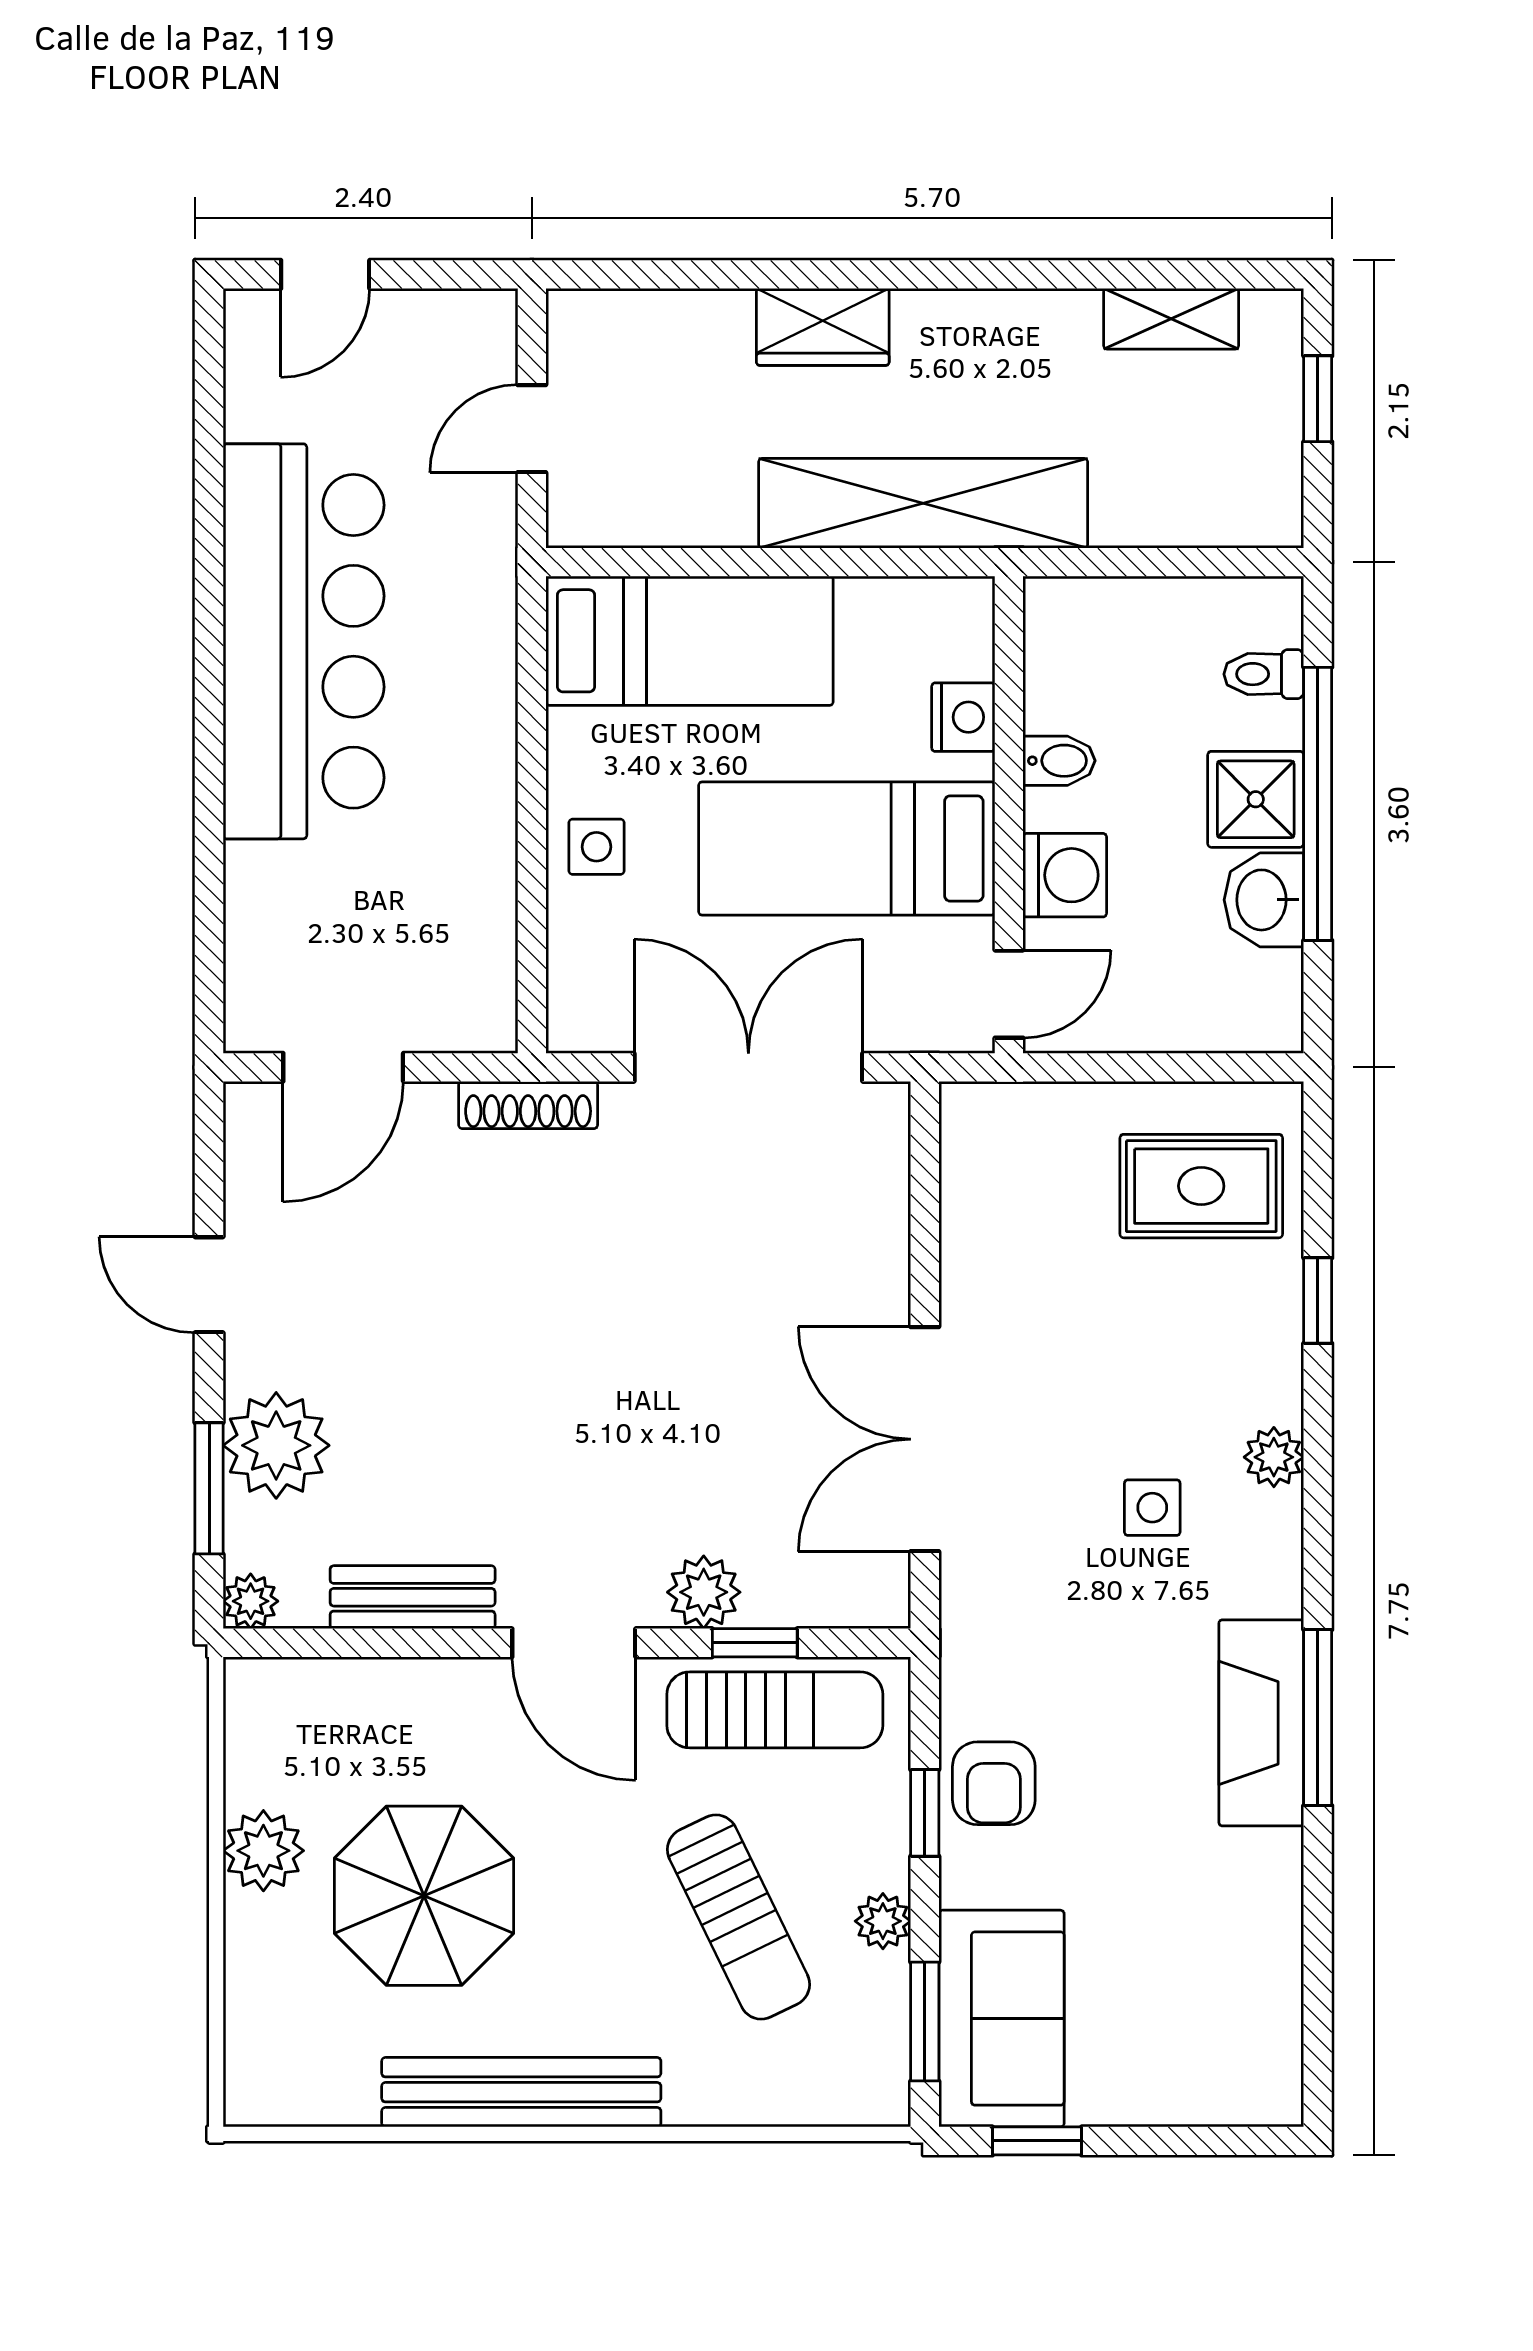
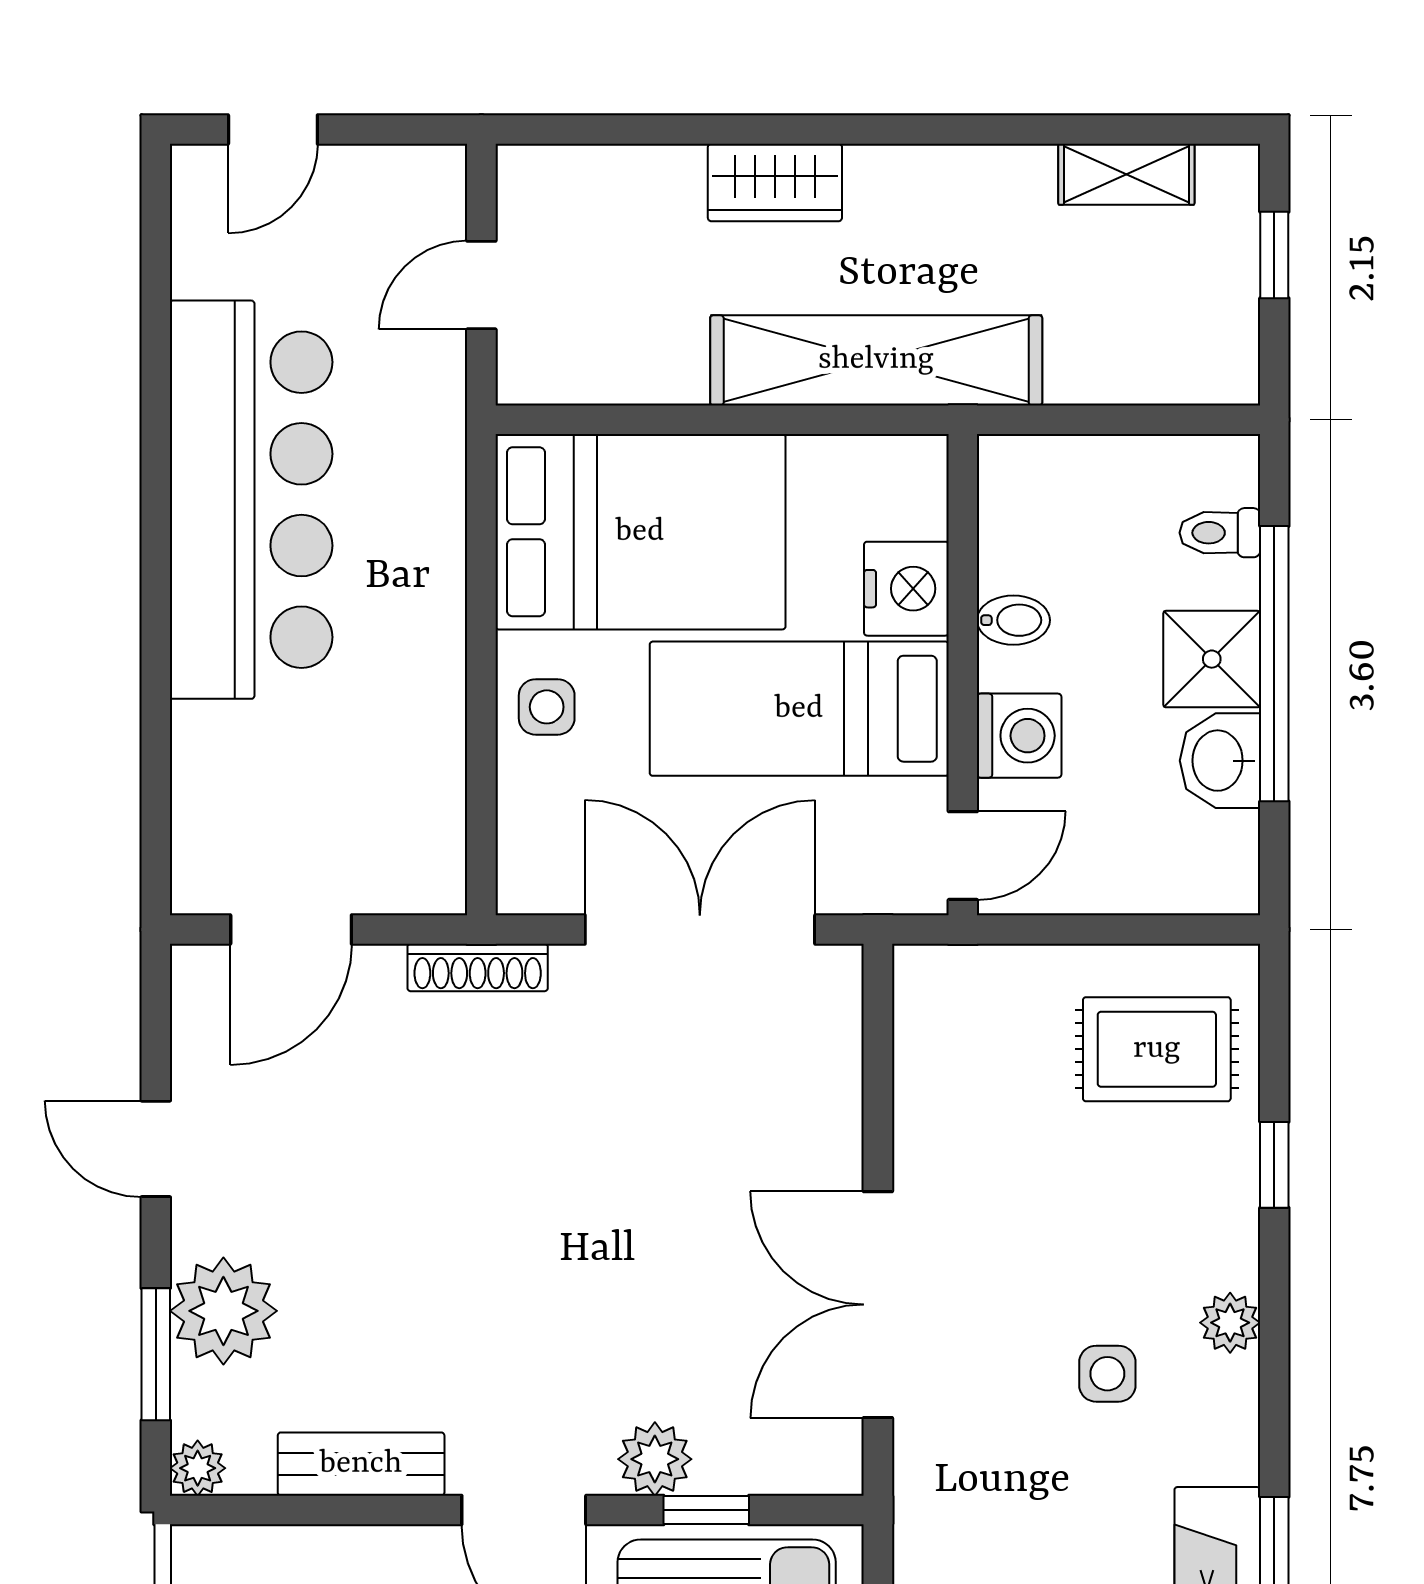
bed: (689, 641) -> (640, 532), width x1.50
nightstand: (963, 717) -> (906, 589), width x1.36, depth x1.33

